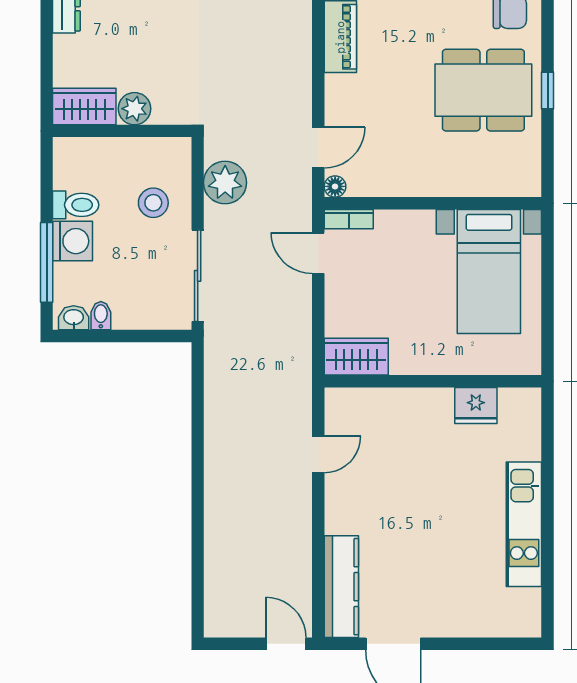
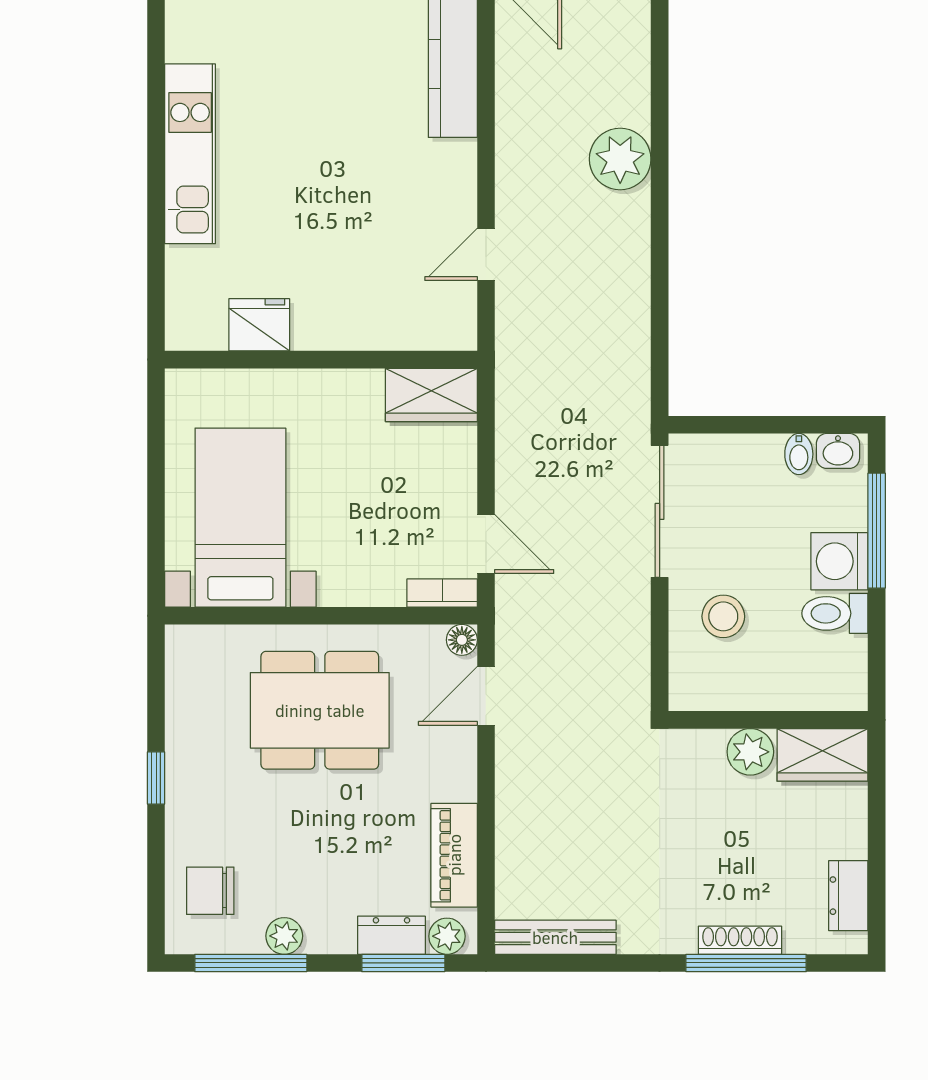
dining table: (483, 90) -> (320, 710), moved
plant: (225, 183) -> (620, 159), moved

